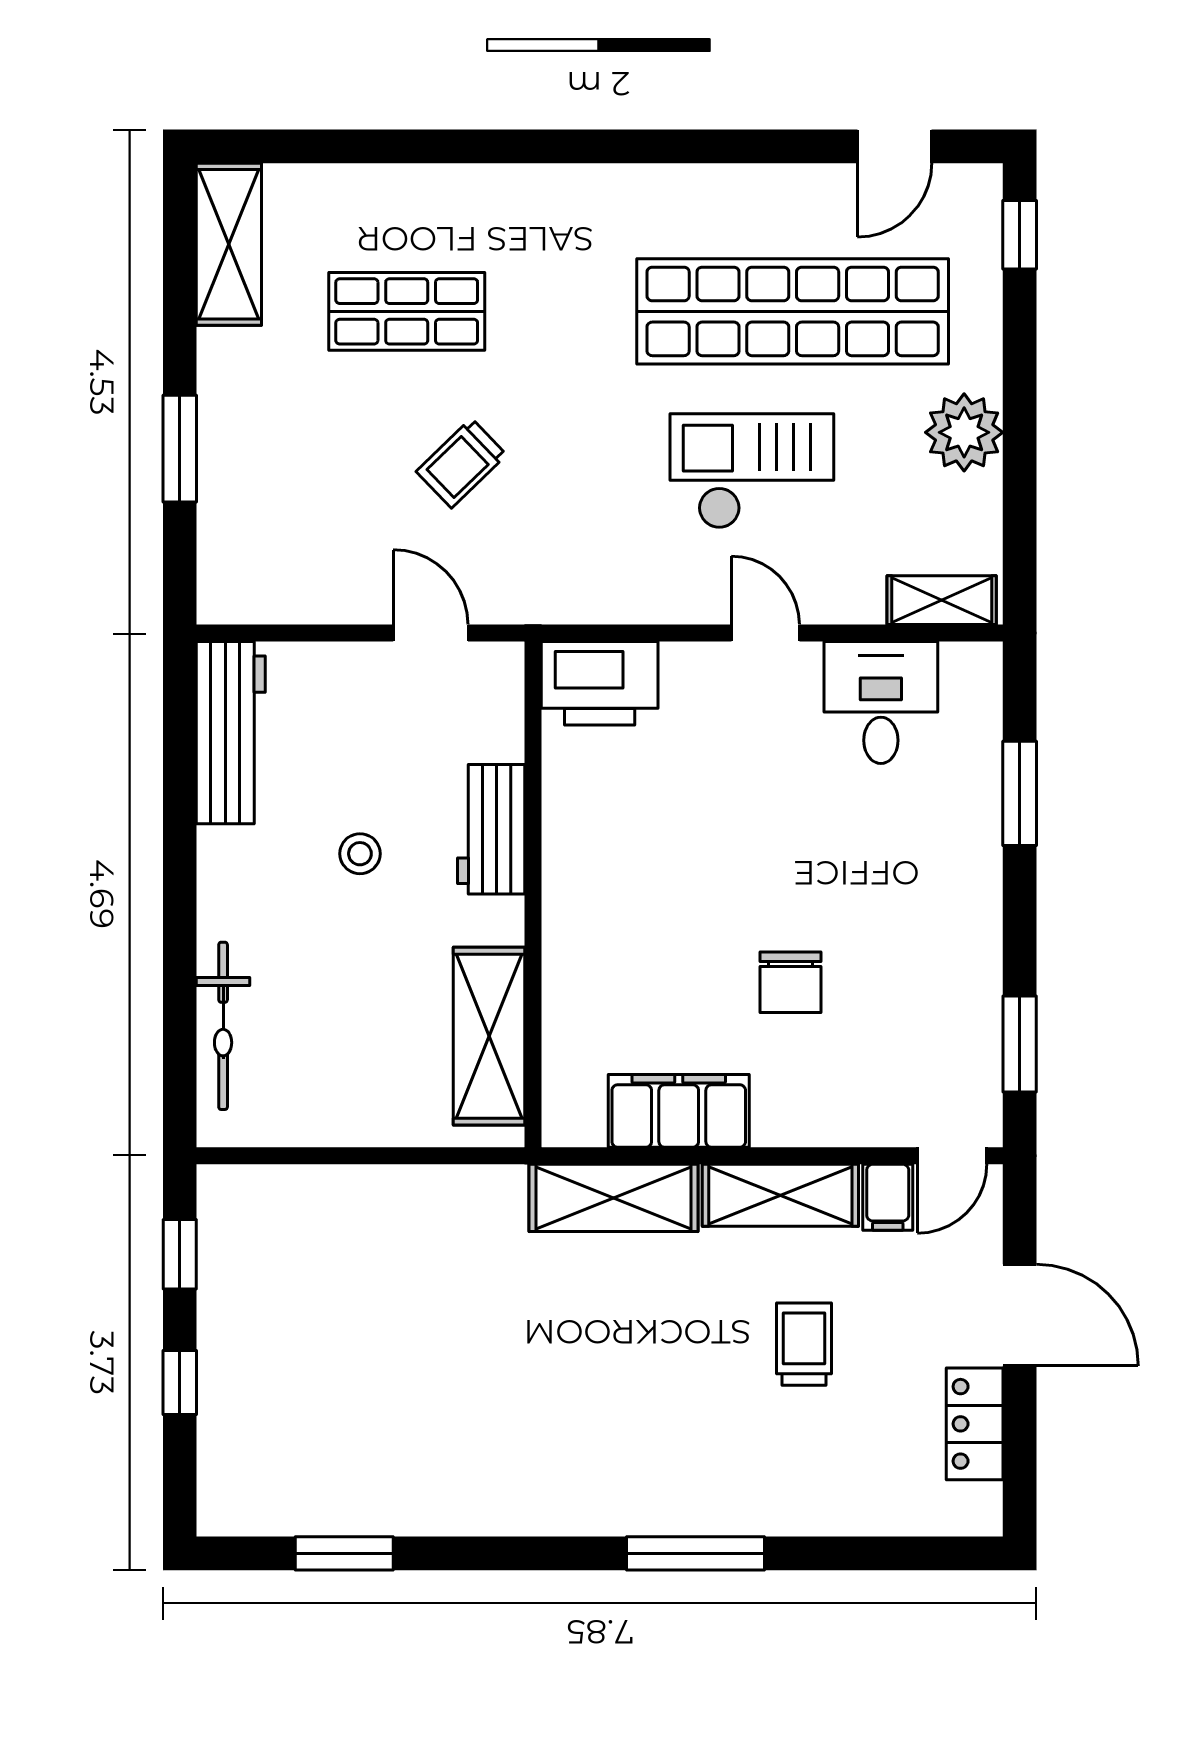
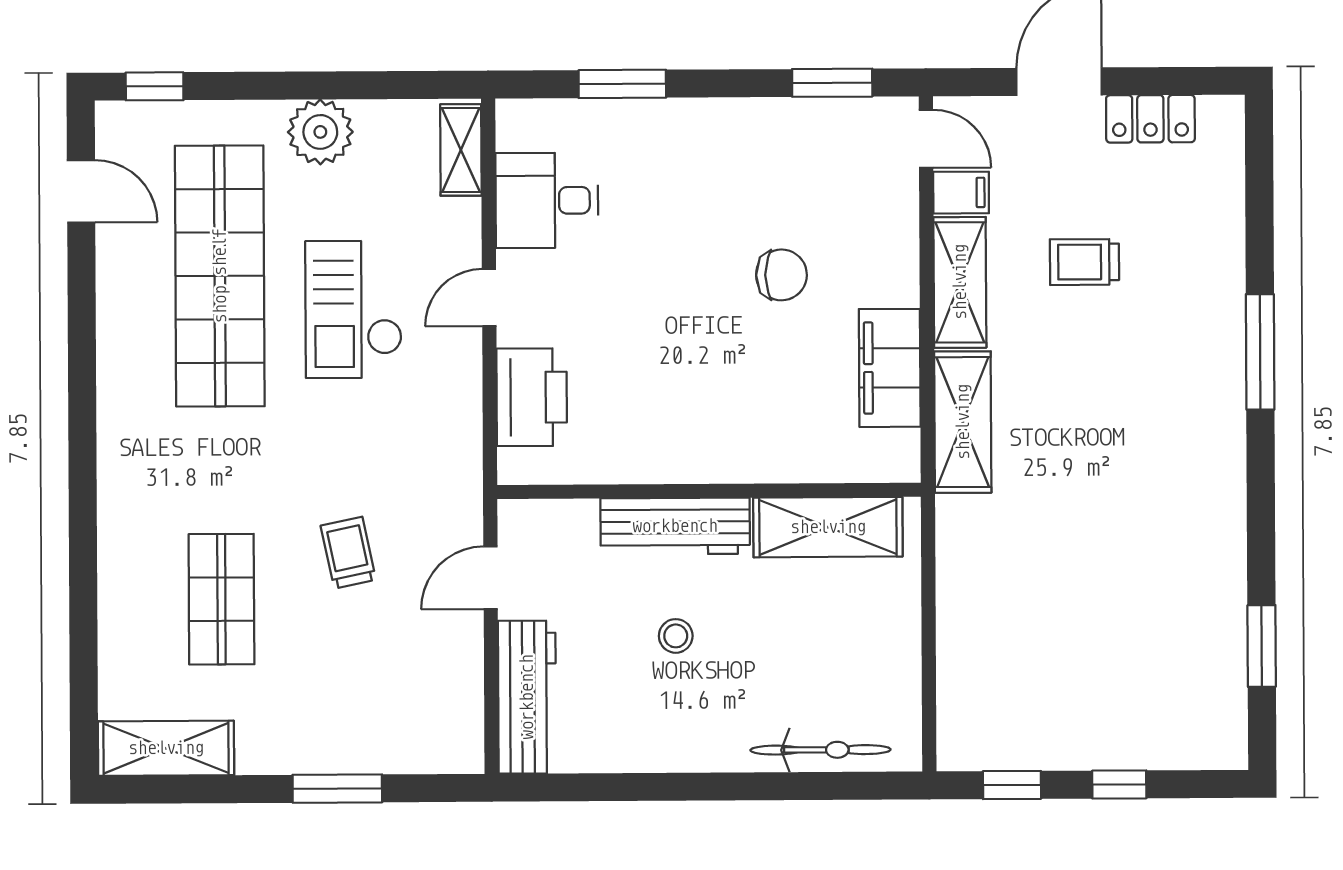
trolley: (461, 463) -> (348, 553), turned -148
printer: (600, 683) -> (532, 397), moved
workbench: (231, 733) -> (527, 697), moved, turned 90
workbench: (491, 829) -> (675, 526), width x1.38

